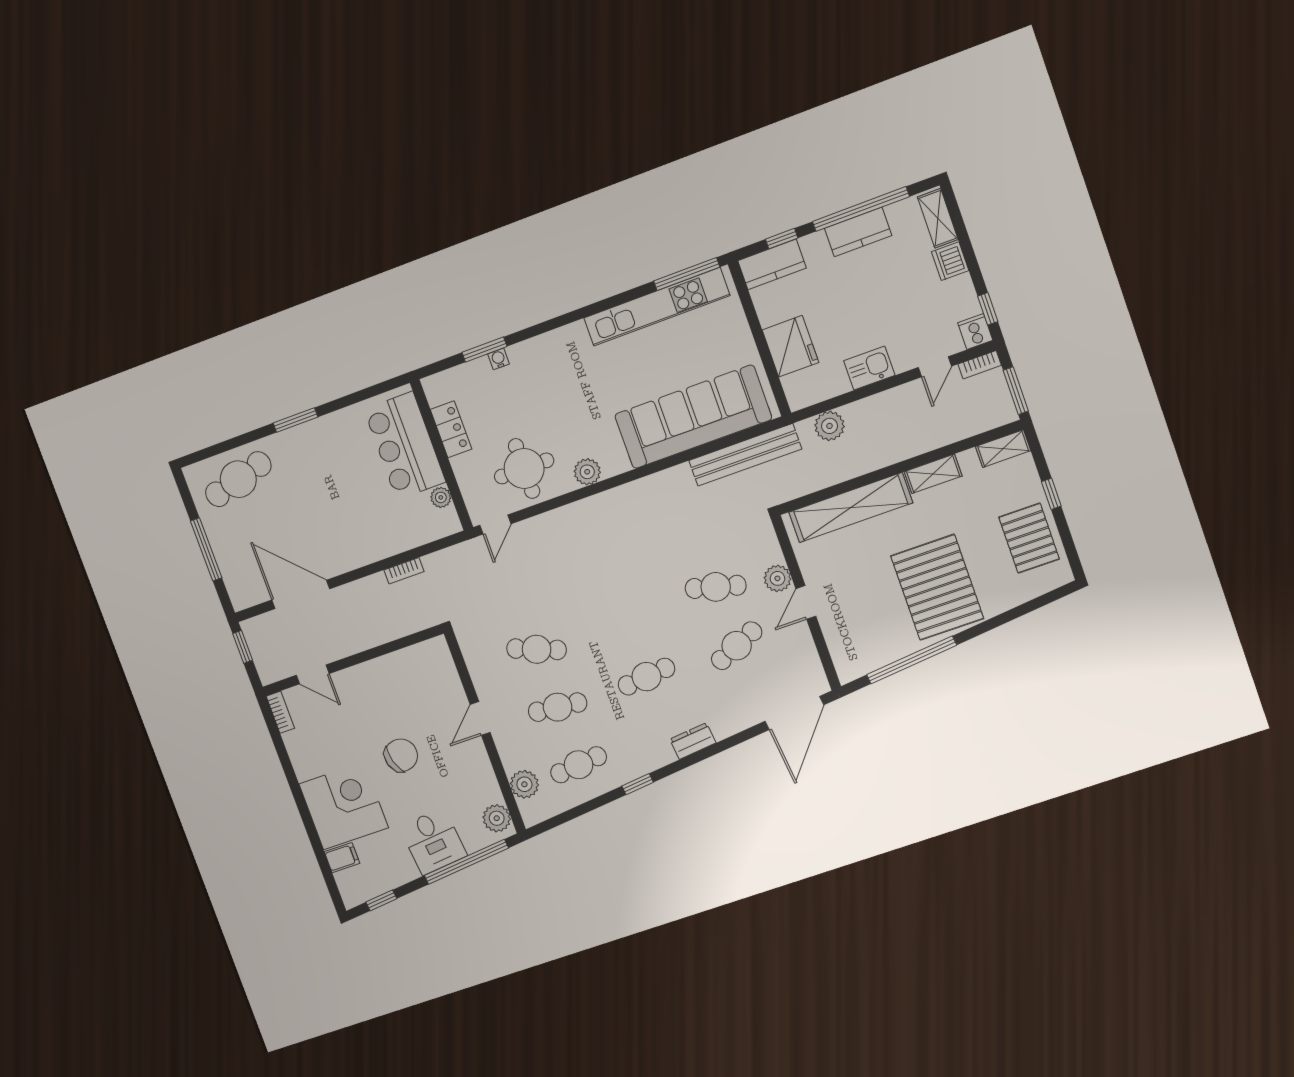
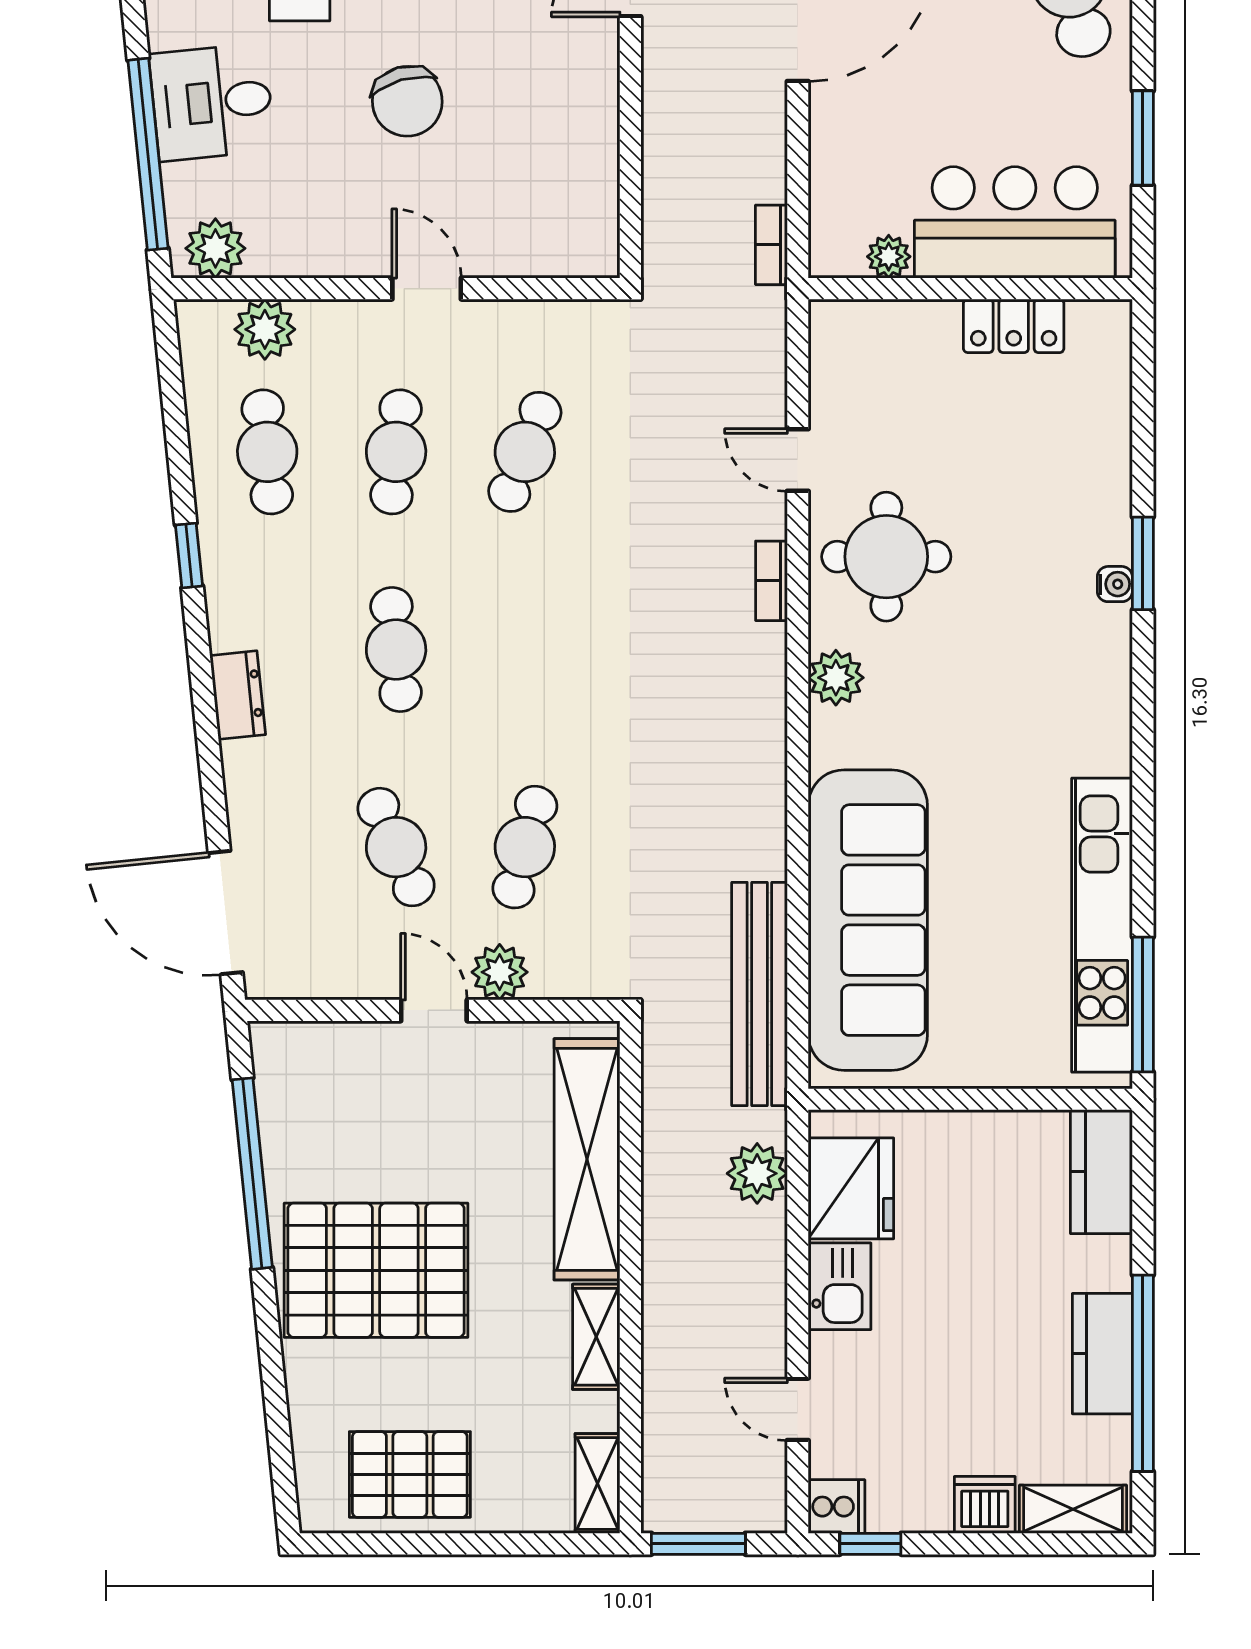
window: (782, 239) -> (1143, 1207), removed
fridge: (790, 346) -> (851, 1188), moved, turned -90
bookcase: (980, 365) -> (771, 581), moved
locker: (451, 429) -> (1014, 326), moved
bar counter: (405, 446) -> (1015, 222), moved
wall: (442, 455) -> (970, 289), moved
window: (1051, 494) -> (479, 1544), removed
plant: (441, 497) -> (889, 257), moved

